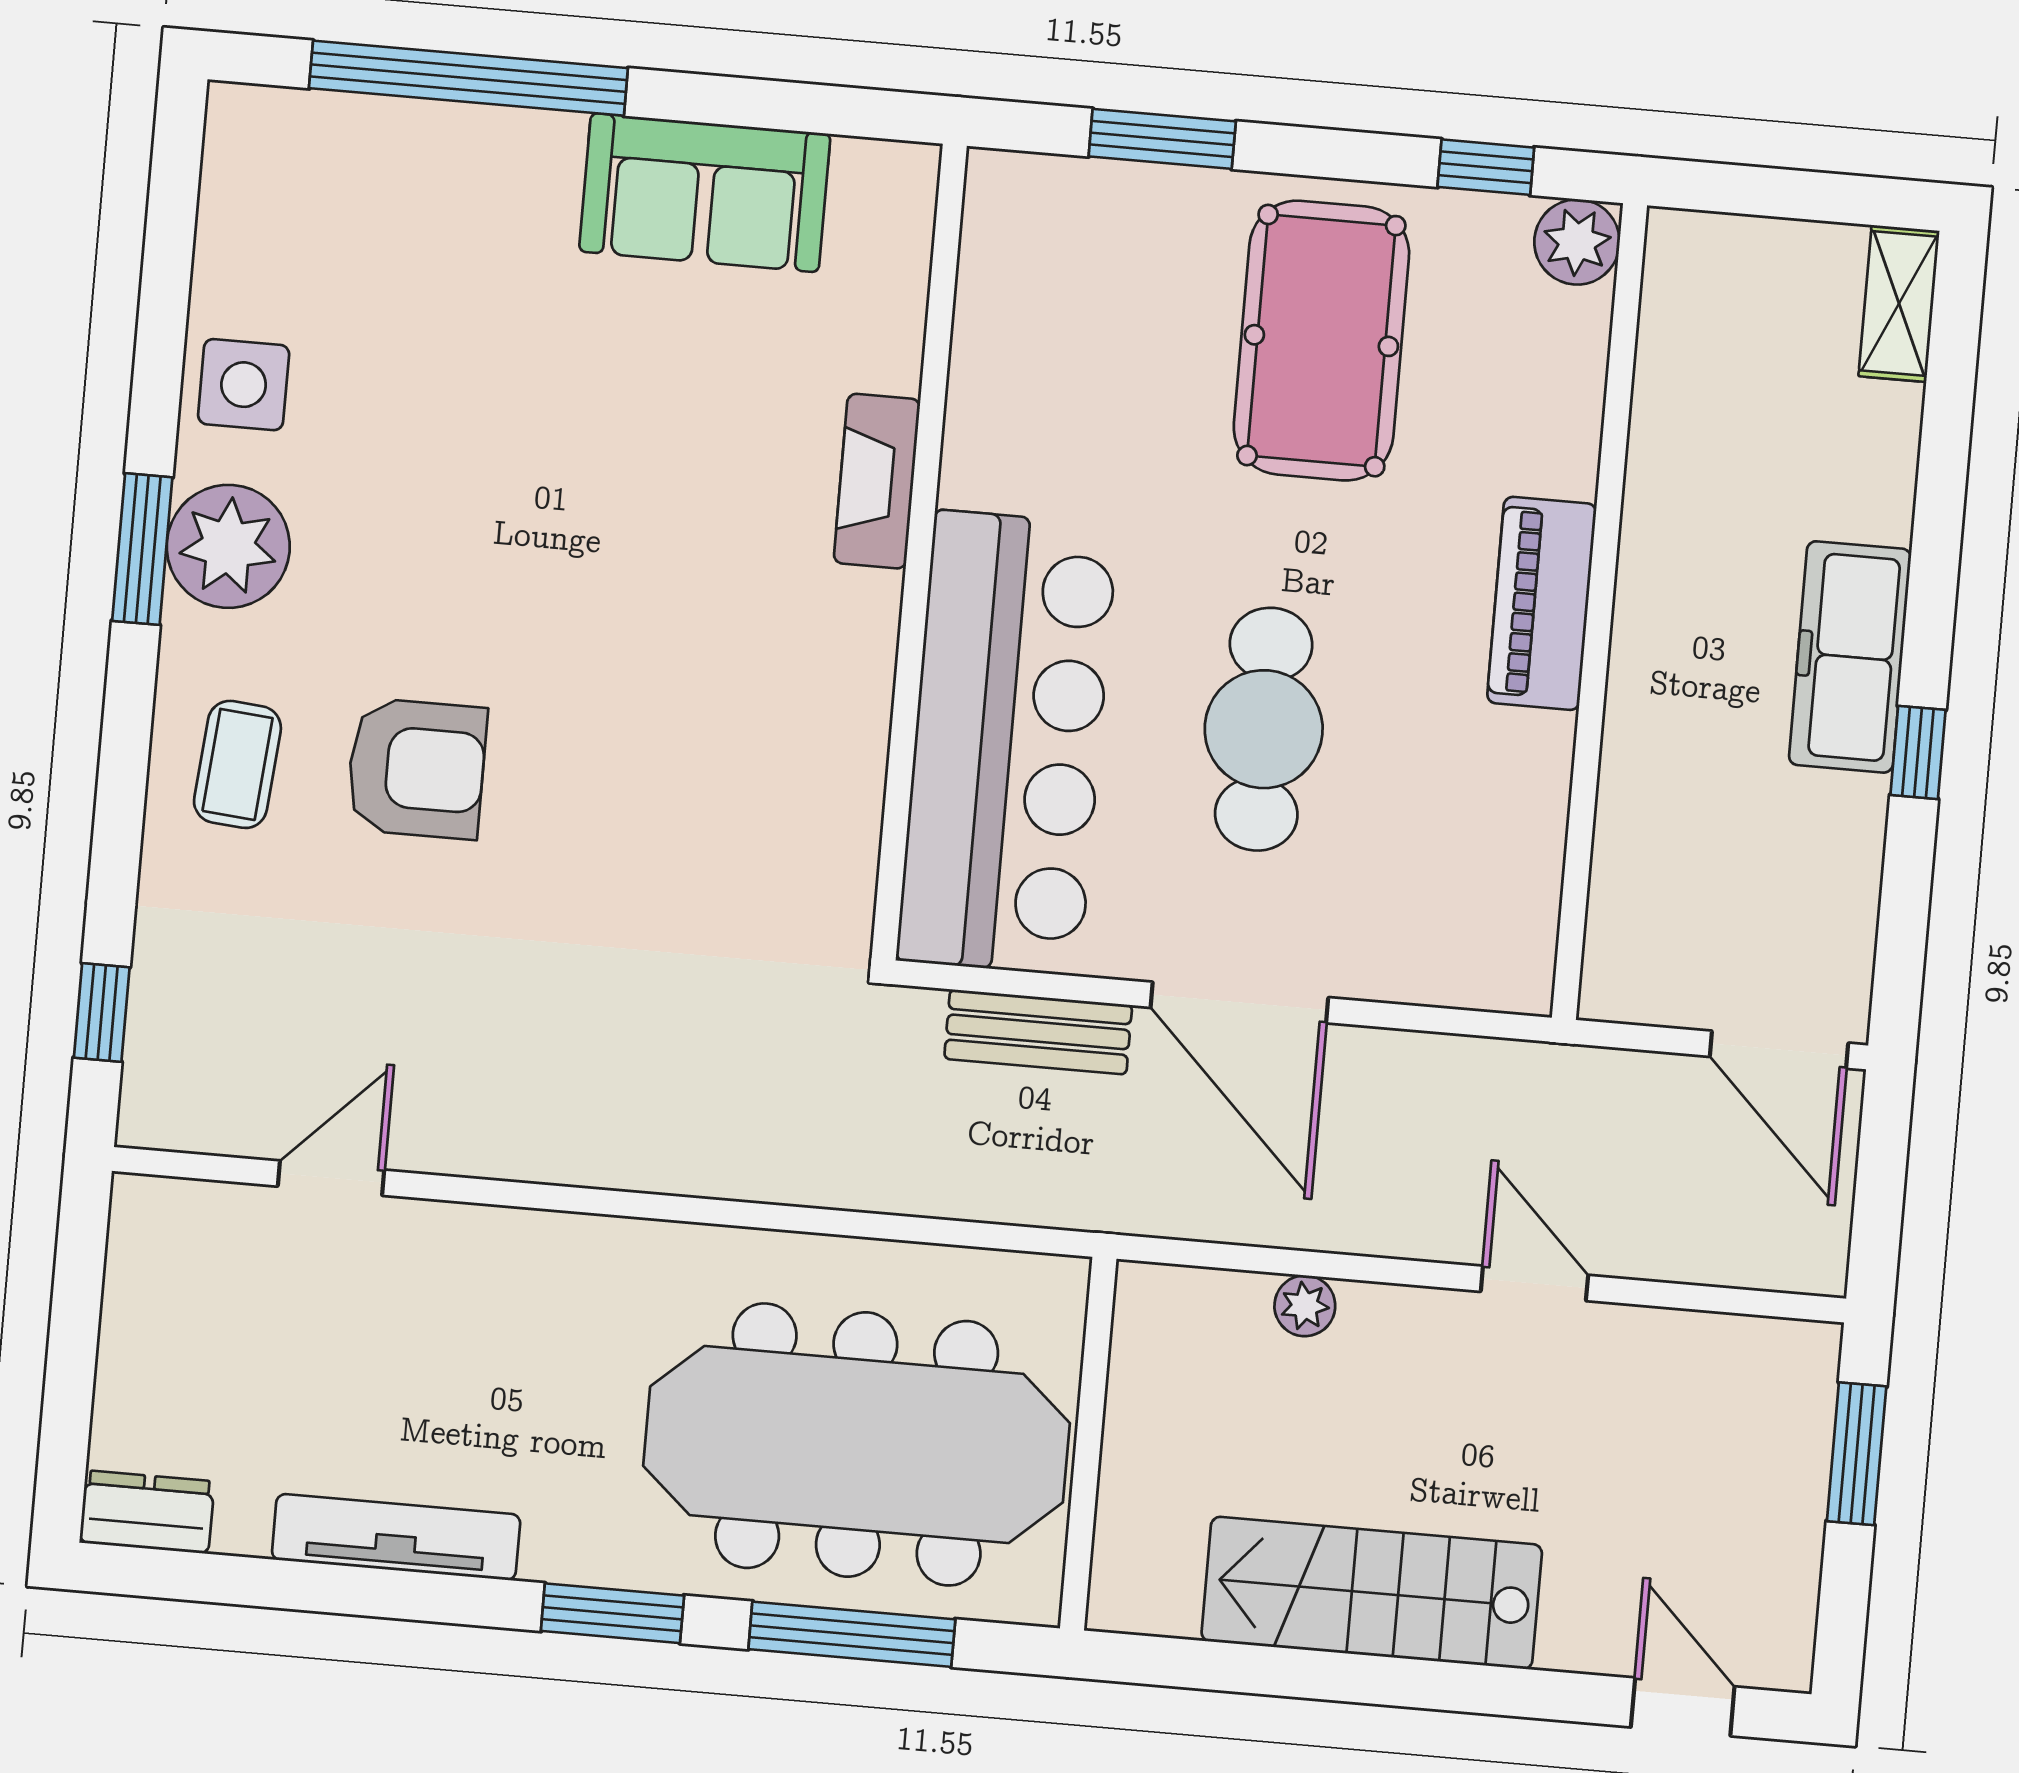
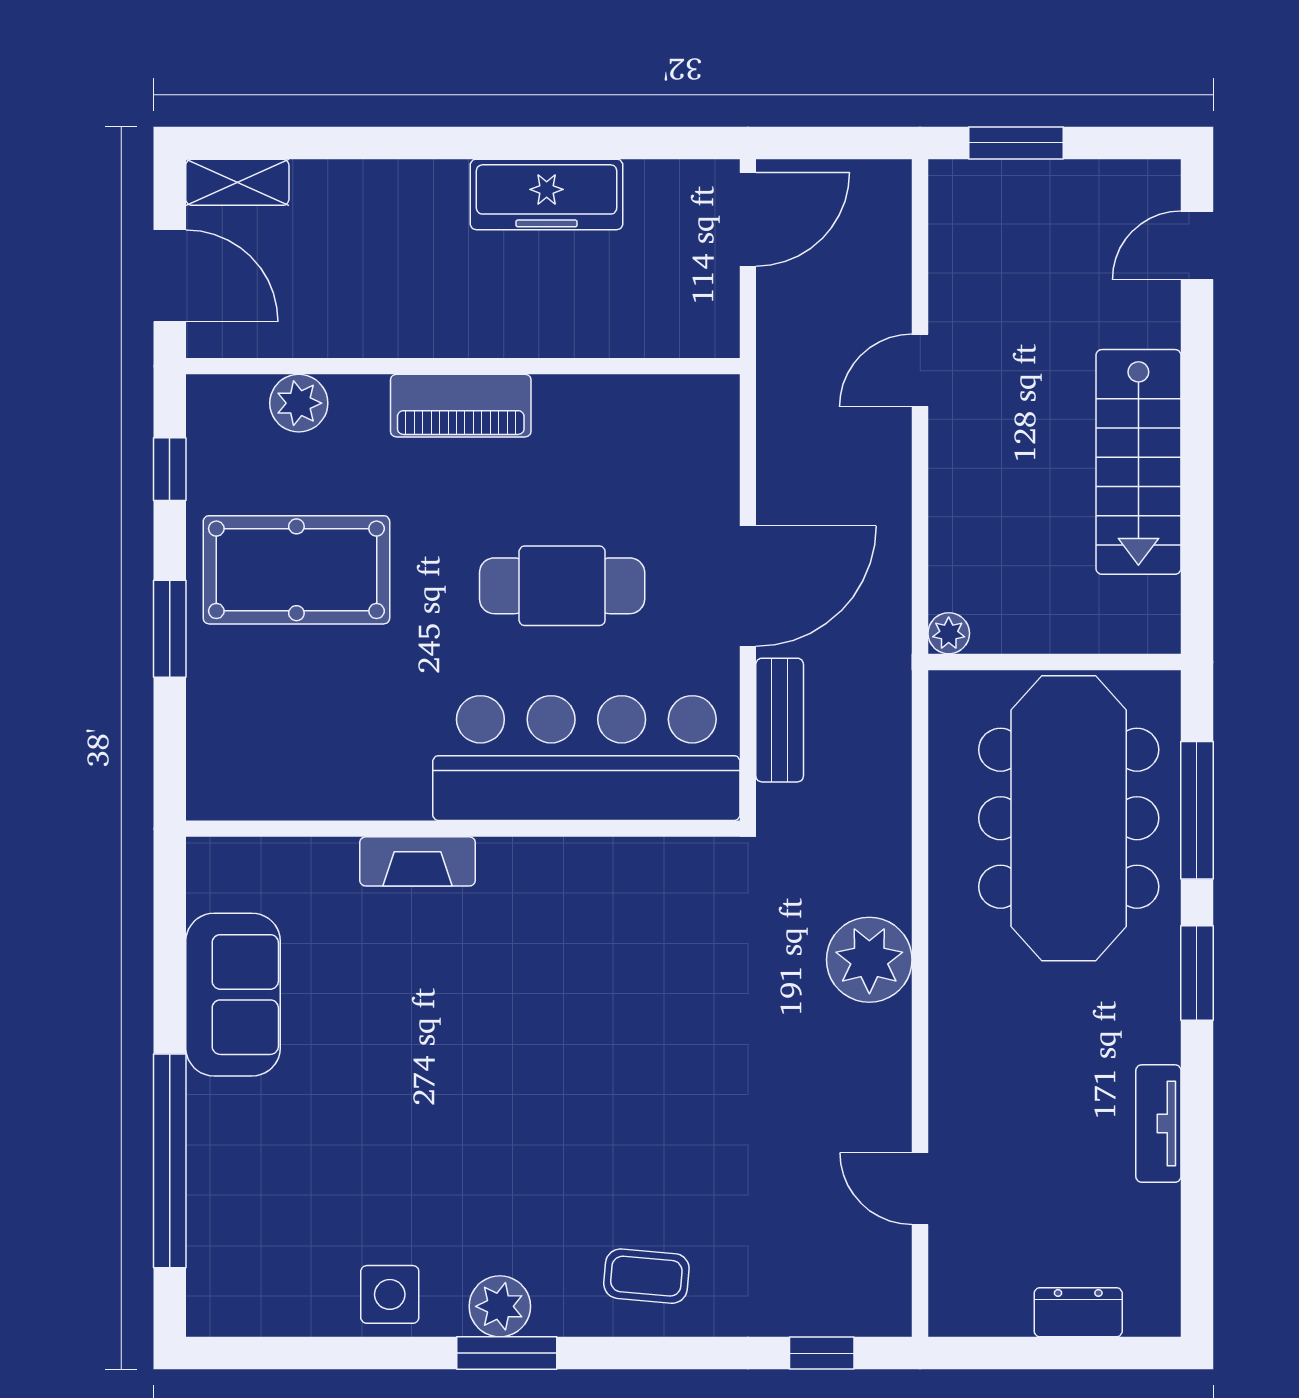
window: (1162, 139) -> (170, 629), moved
door: (1770, 192) -> (170, 276), added
plant: (1577, 242) -> (299, 403), moved
plant: (228, 546) -> (500, 1306), width x0.73, depth x0.73
freezer: (1850, 657) -> (547, 194), moved
window: (1918, 752) -> (539, 143), removed
armchair: (416, 769) -> (639, 1155), removed
plant: (674, 1133) -> (869, 960), added
plant: (1305, 1306) -> (949, 633), moved
dresser: (147, 1512) -> (1078, 1312), moved, turned 90
tv unit: (396, 1537) -> (1158, 1124), width x0.71

